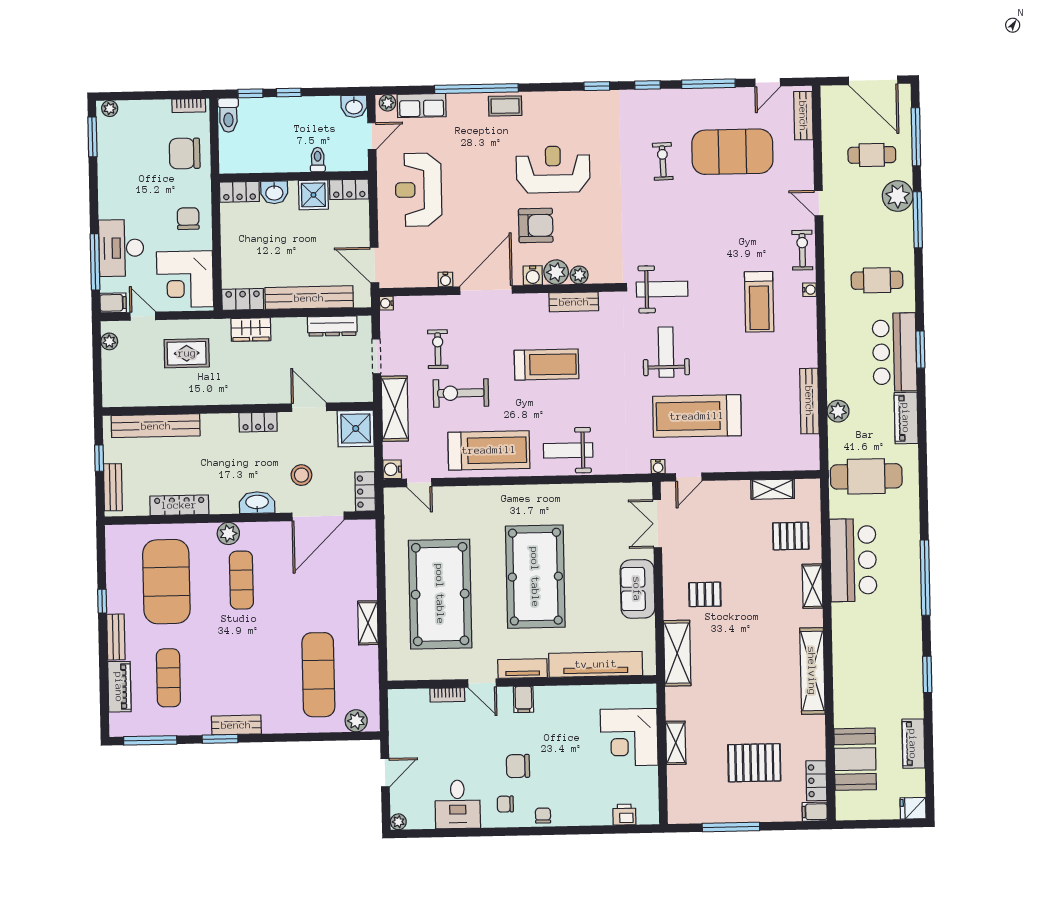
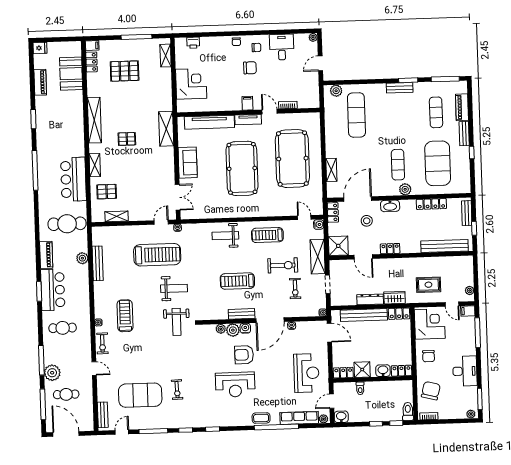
row of seats: (422, 106) -> (299, 418), width x1.48
chair: (185, 153) -> (431, 391), turned -76
desk: (121, 248) -> (465, 371), moved
weight bench: (662, 289) -> (177, 322), turned -90
bench: (574, 302) -> (242, 314), moved
dresser: (332, 326) -> (370, 299), moved
weight bench: (666, 352) -> (174, 288), turned -90
treadmill: (489, 450) -> (267, 235), width x0.73, depth x0.73
weight bench: (568, 450) -> (225, 236), turned 180
pallet: (705, 594) -> (127, 139), moved
shelving: (368, 623) -> (331, 170), moved
shelving: (676, 743) -> (166, 56), moved

